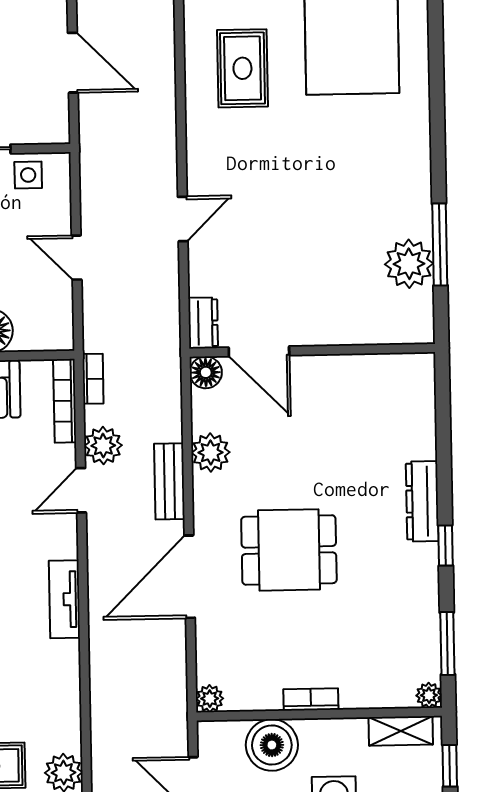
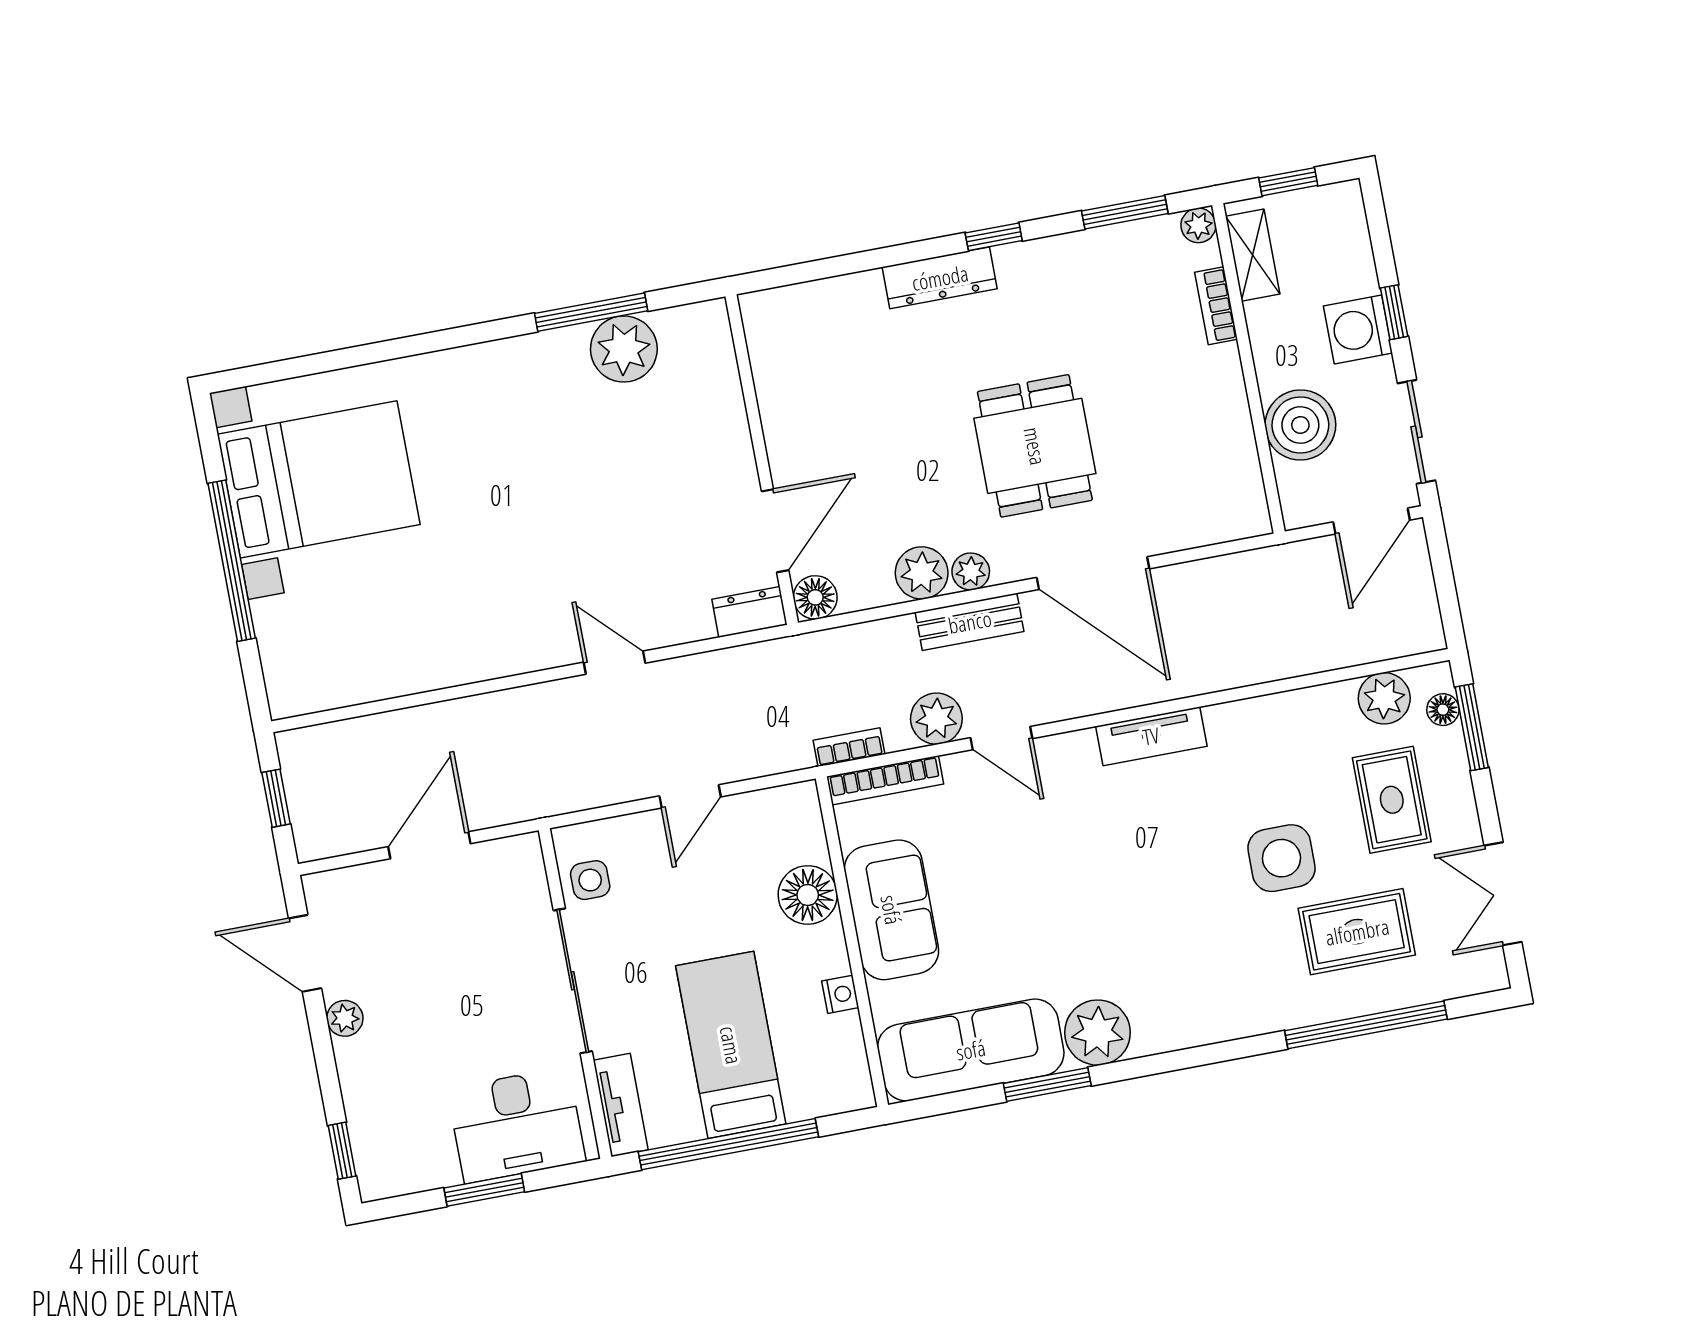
rug: (242, 68) -> (399, 616), removed
plant: (210, 699) -> (971, 572), moved
bookcase: (311, 699) -> (1216, 306), moved

